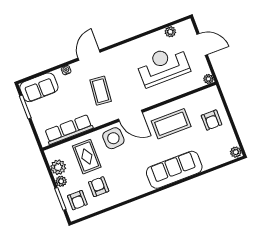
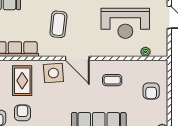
reception desk: (163, 66) -> (125, 23), turned 180
plant: (208, 79) -> (146, 52), moved
coffee table: (171, 124) -> (112, 80), width x0.54, depth x0.58

